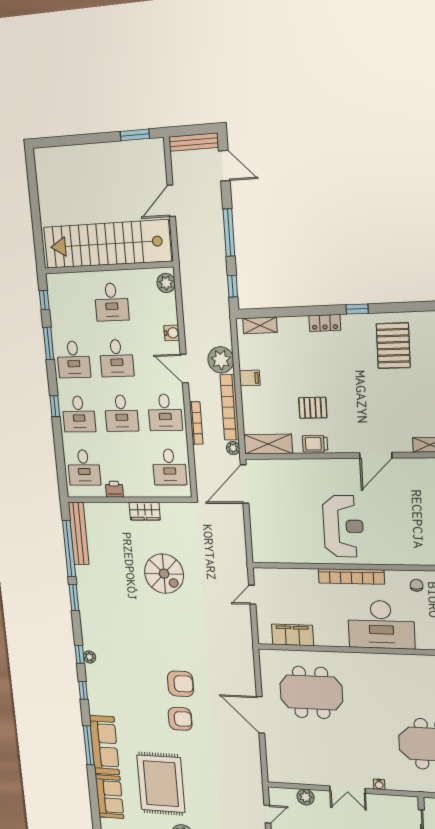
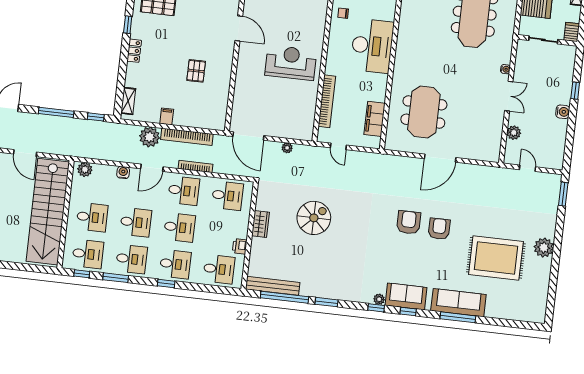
desk: (68, 304) -> (88, 254), added
shelving: (268, 444) -> (219, 111), removed
trolley: (315, 444) -> (224, 74), removed
plant: (233, 448) -> (287, 148), moved
bookcase: (351, 577) -> (327, 101), moved
sofa: (109, 797) -> (406, 296), moved

